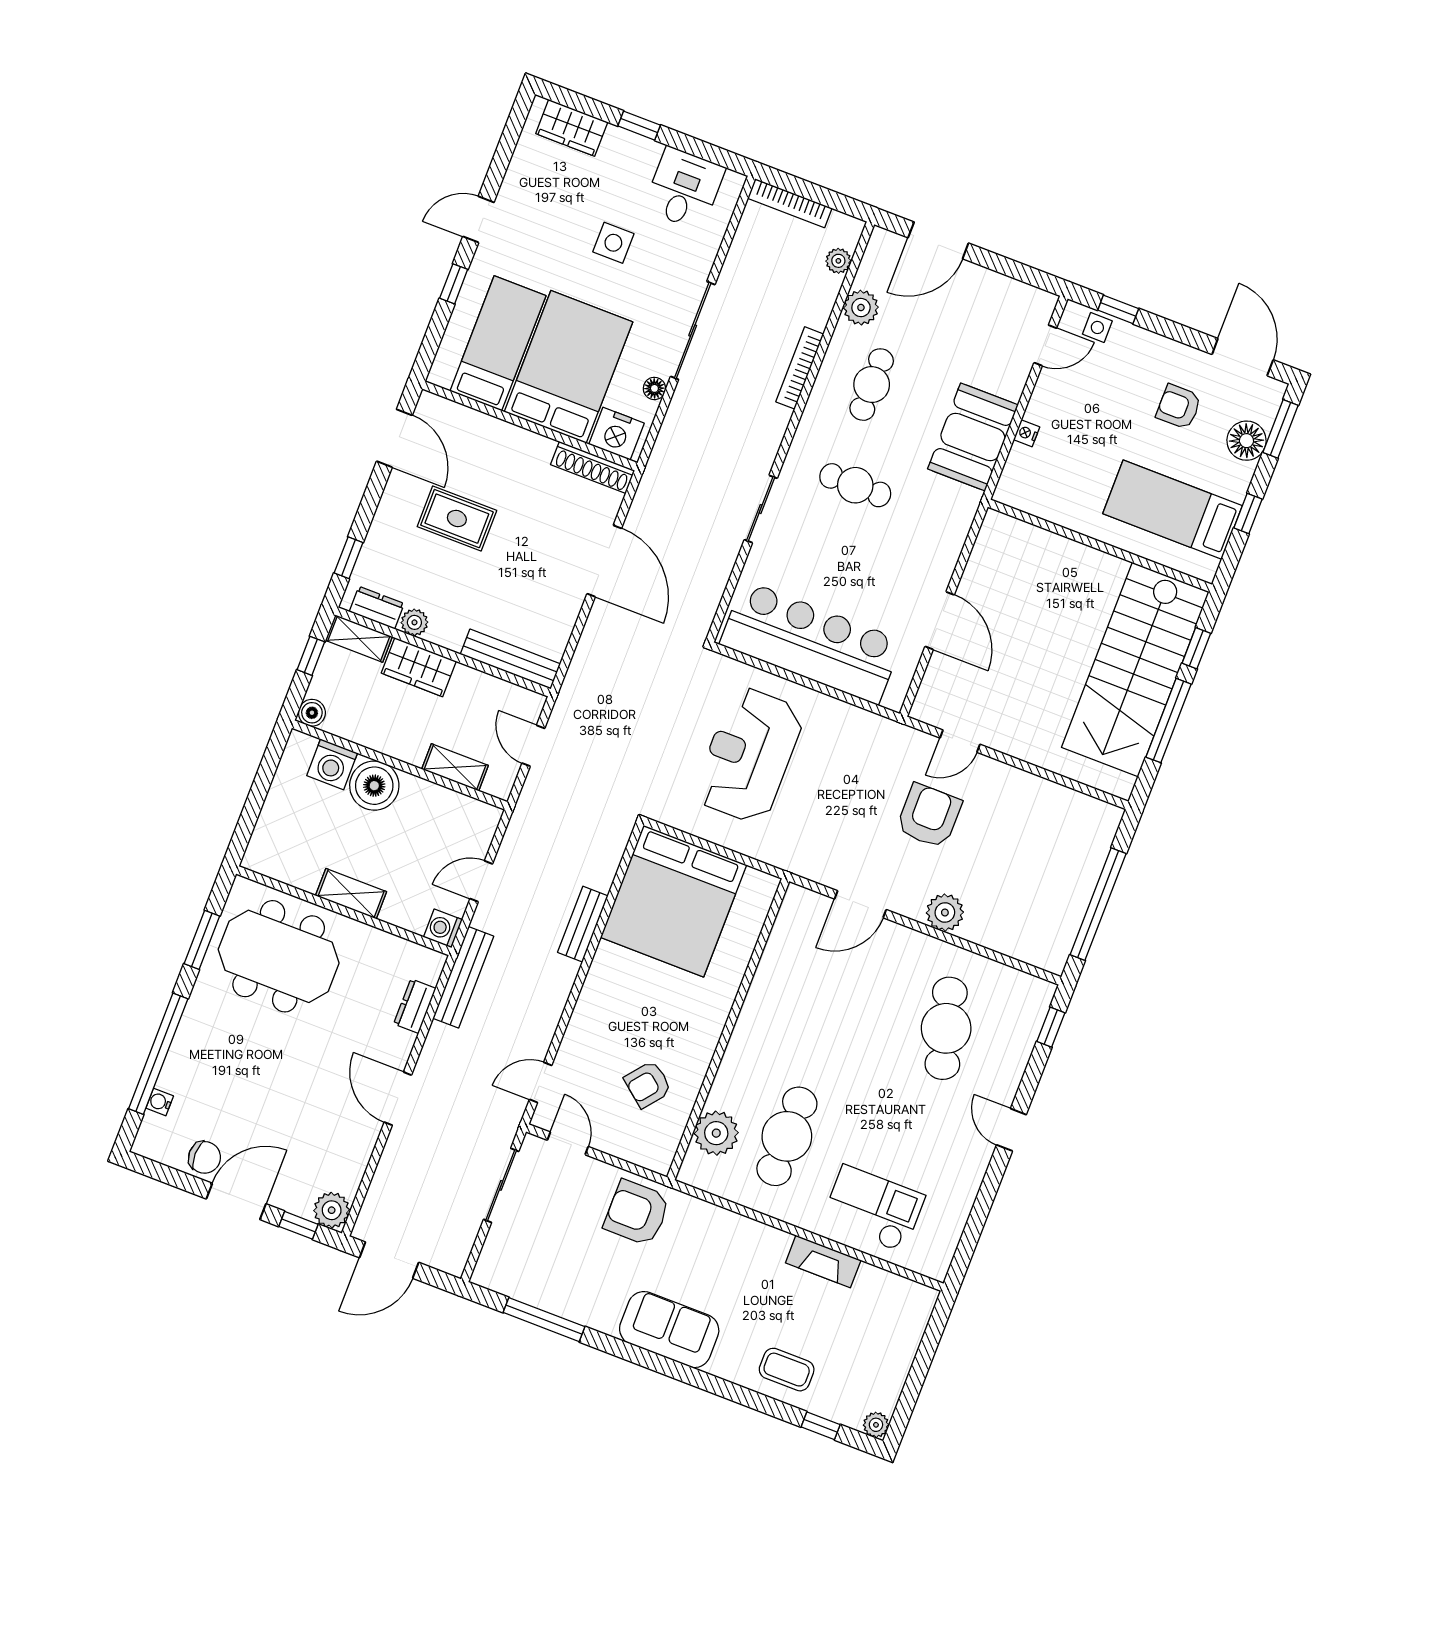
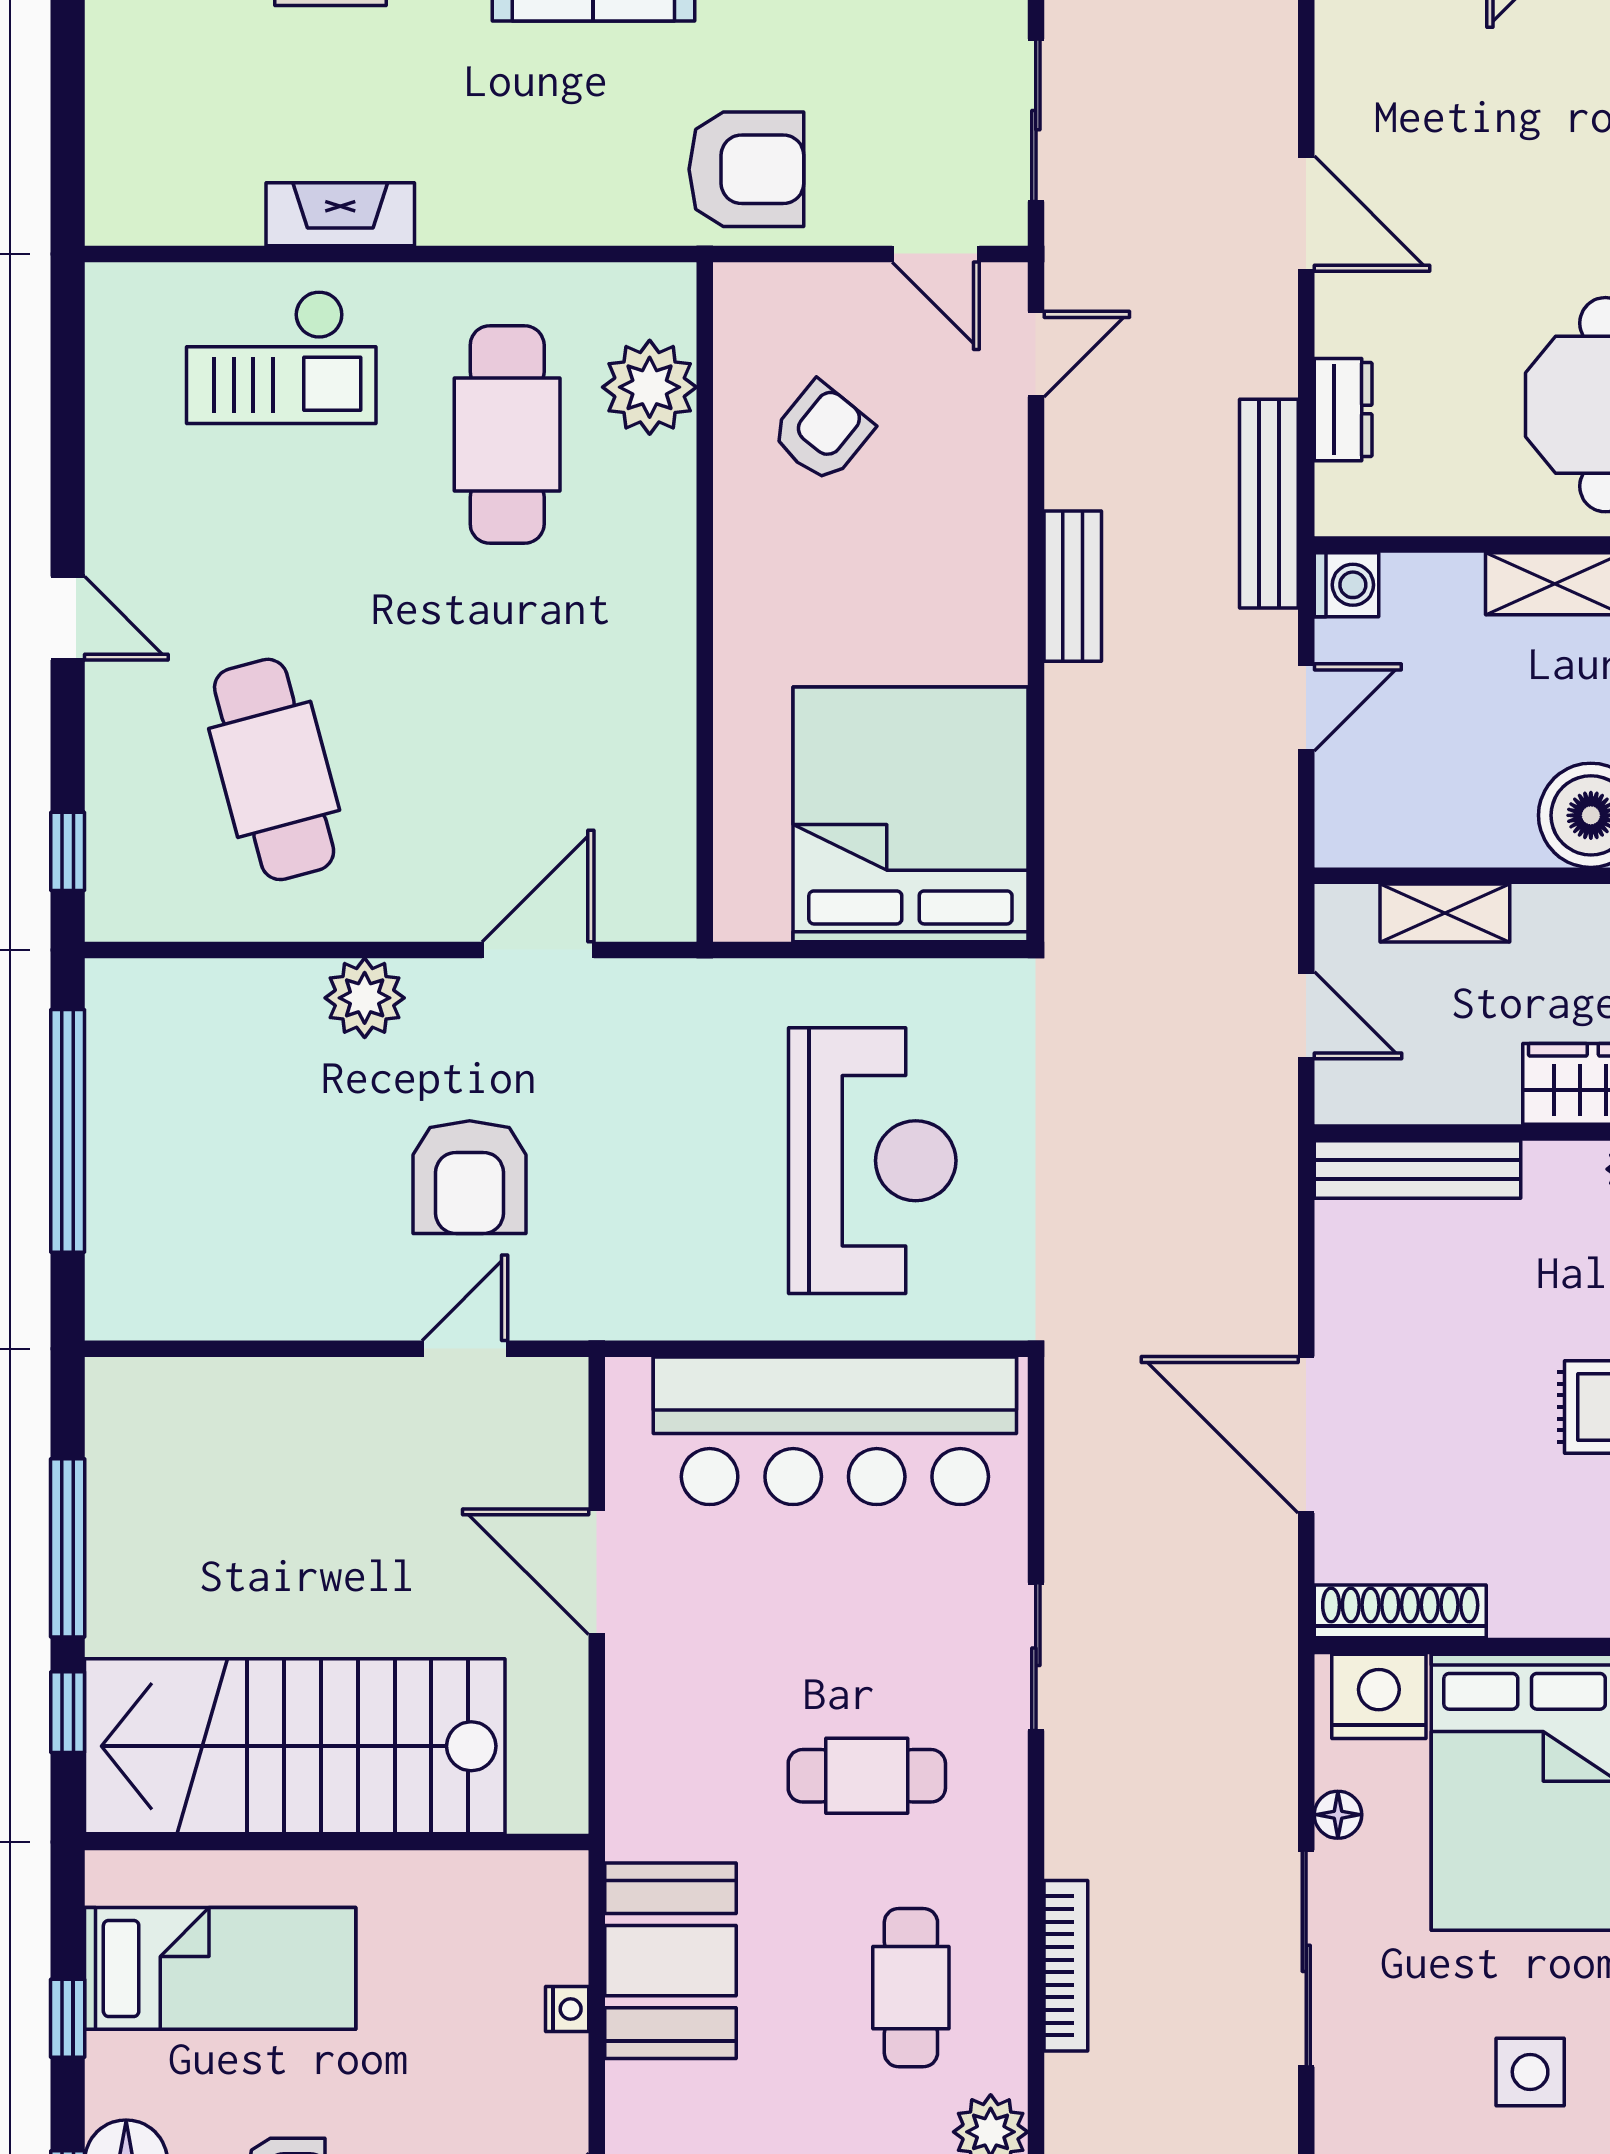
stairs: (1135, 670) -> (295, 1746), moved, turned -90
bench: (583, 924) -> (1073, 586), moved

